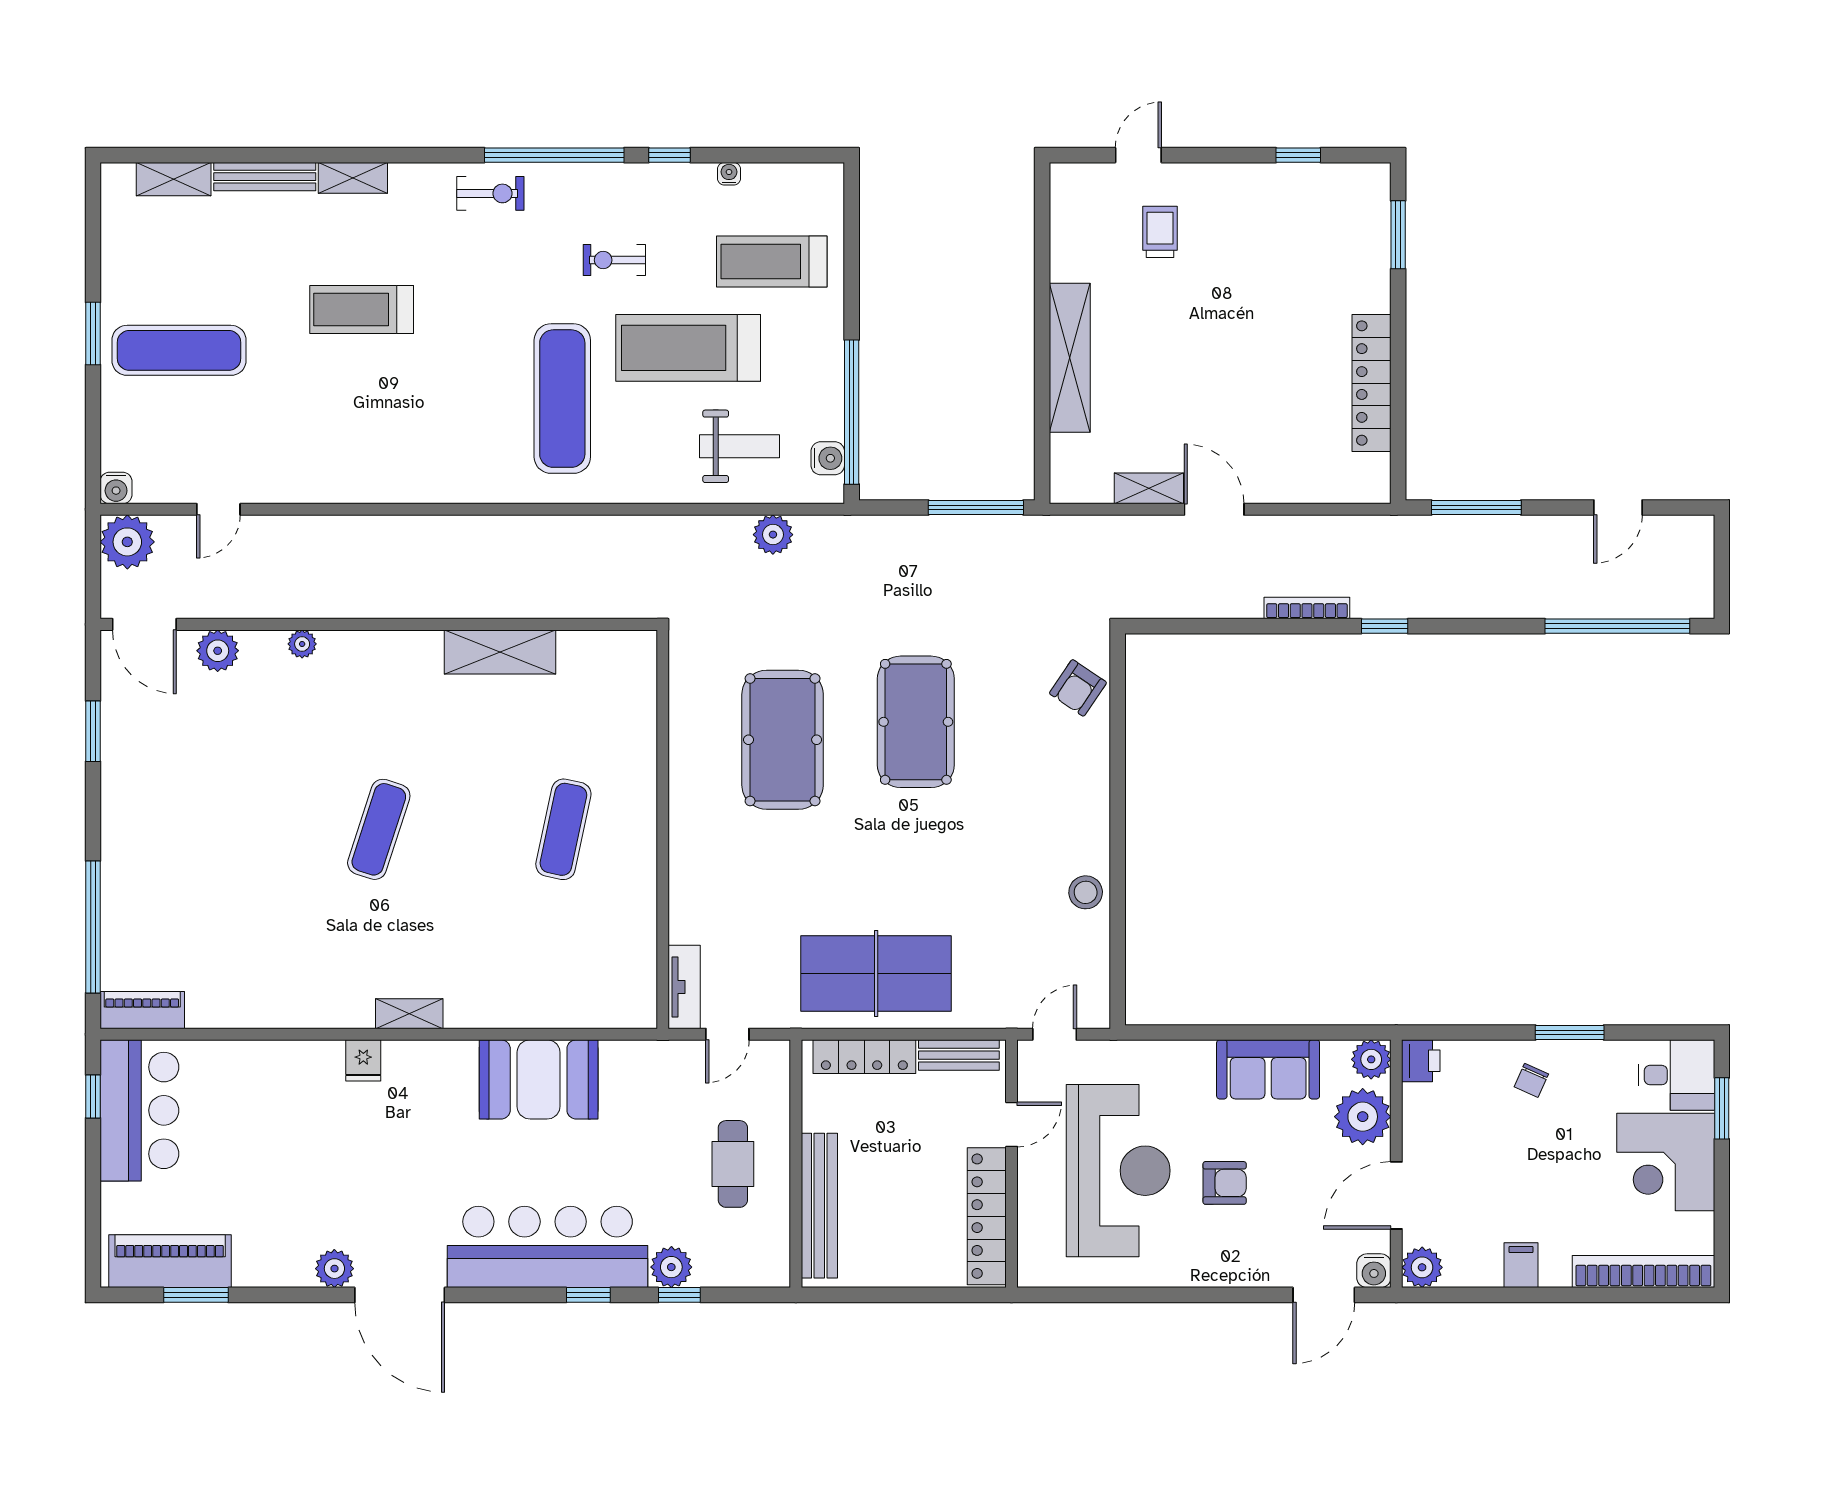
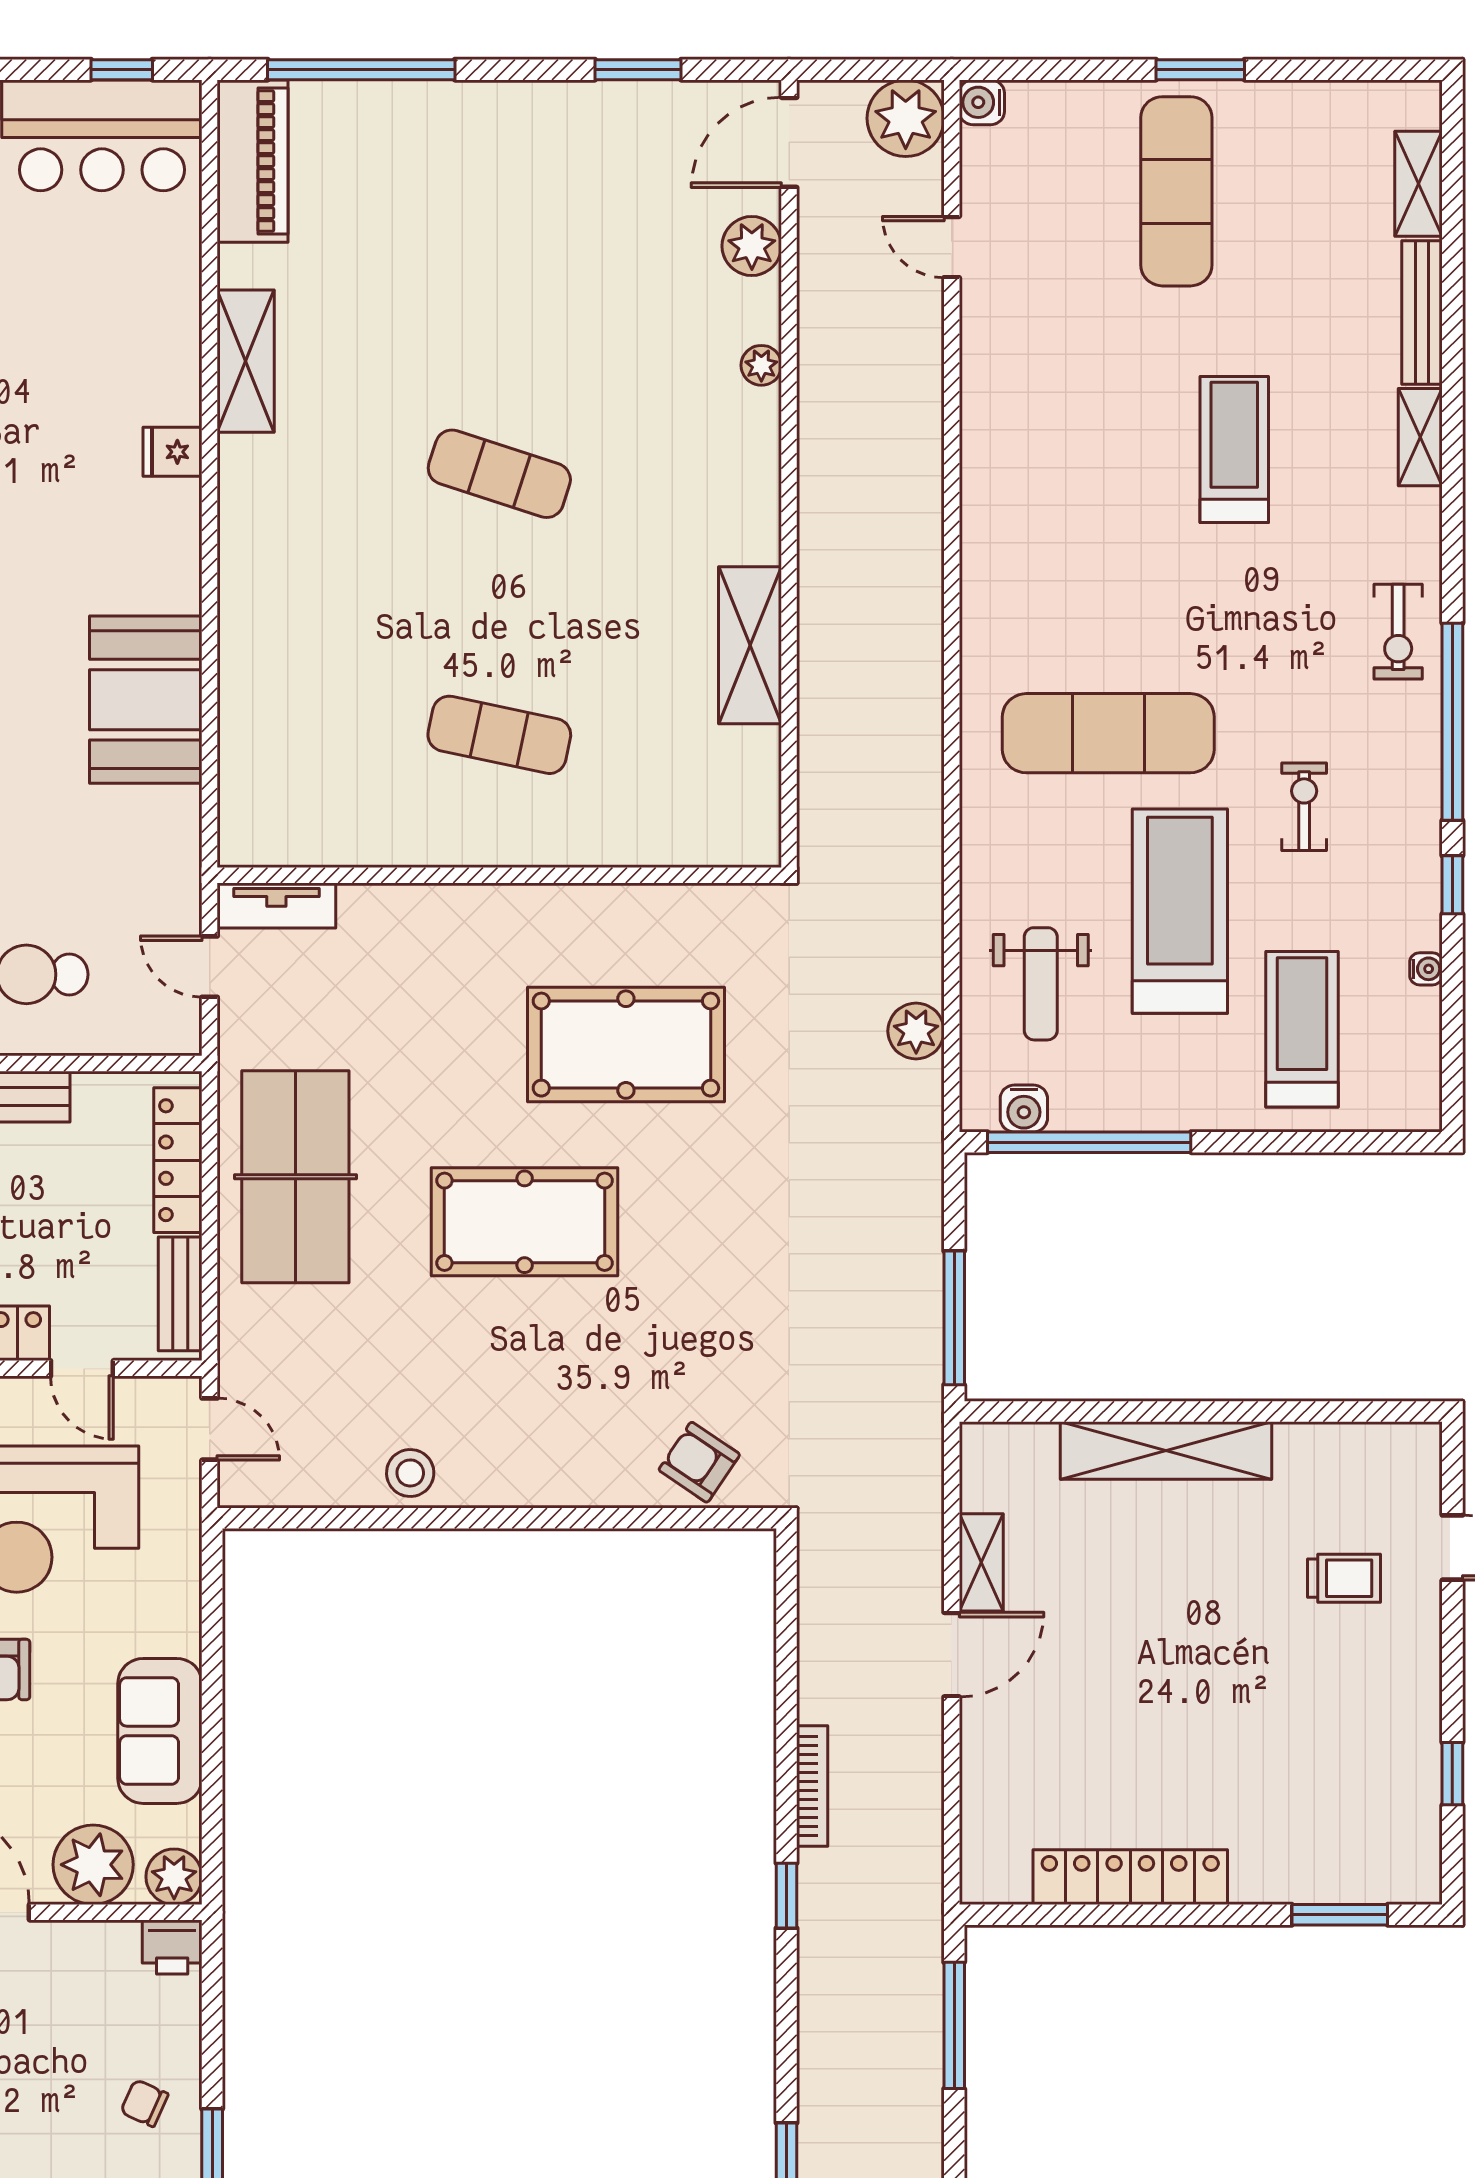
pool table: (916, 722) -> (525, 1222), moved
piano: (142, 1010) -> (252, 161), width x1.37, depth x1.33
shelving: (409, 1014) -> (246, 361), moved, width x1.50, depth x1.33

